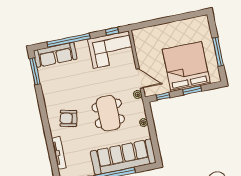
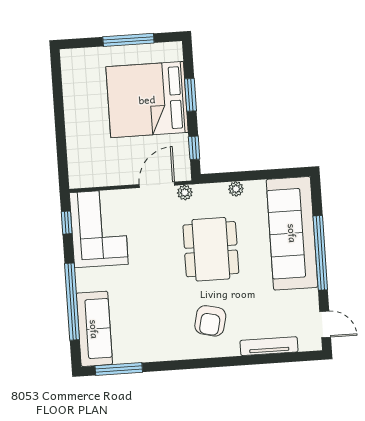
dining table: (108, 113) -> (211, 249), turned 90

